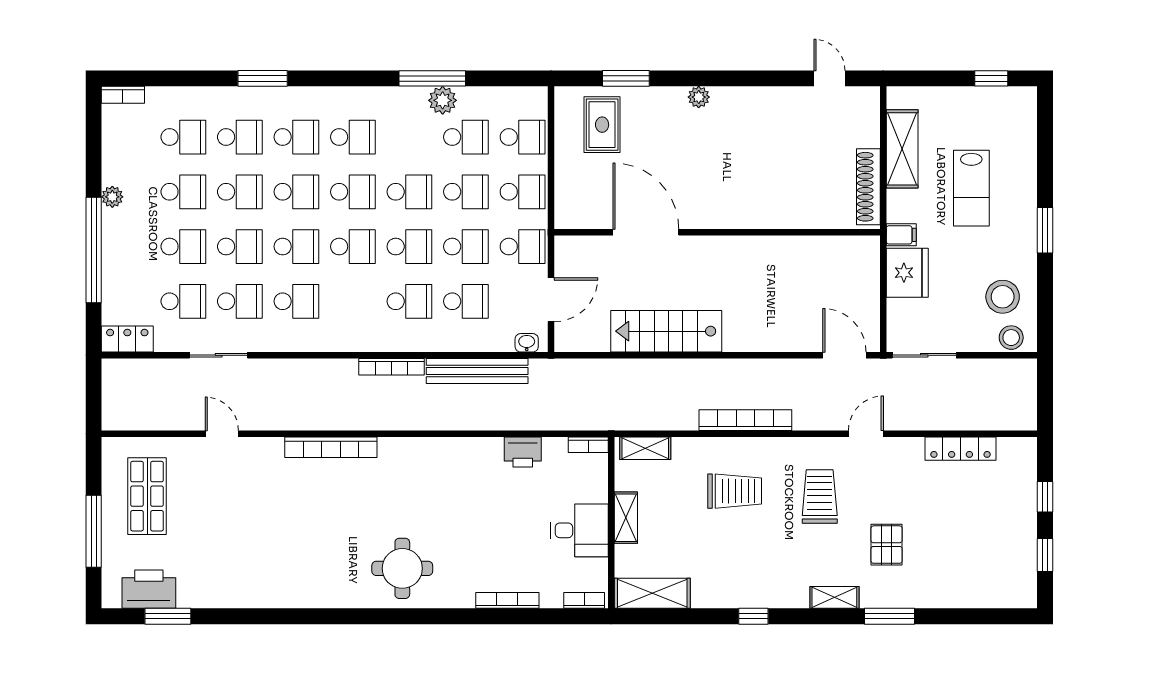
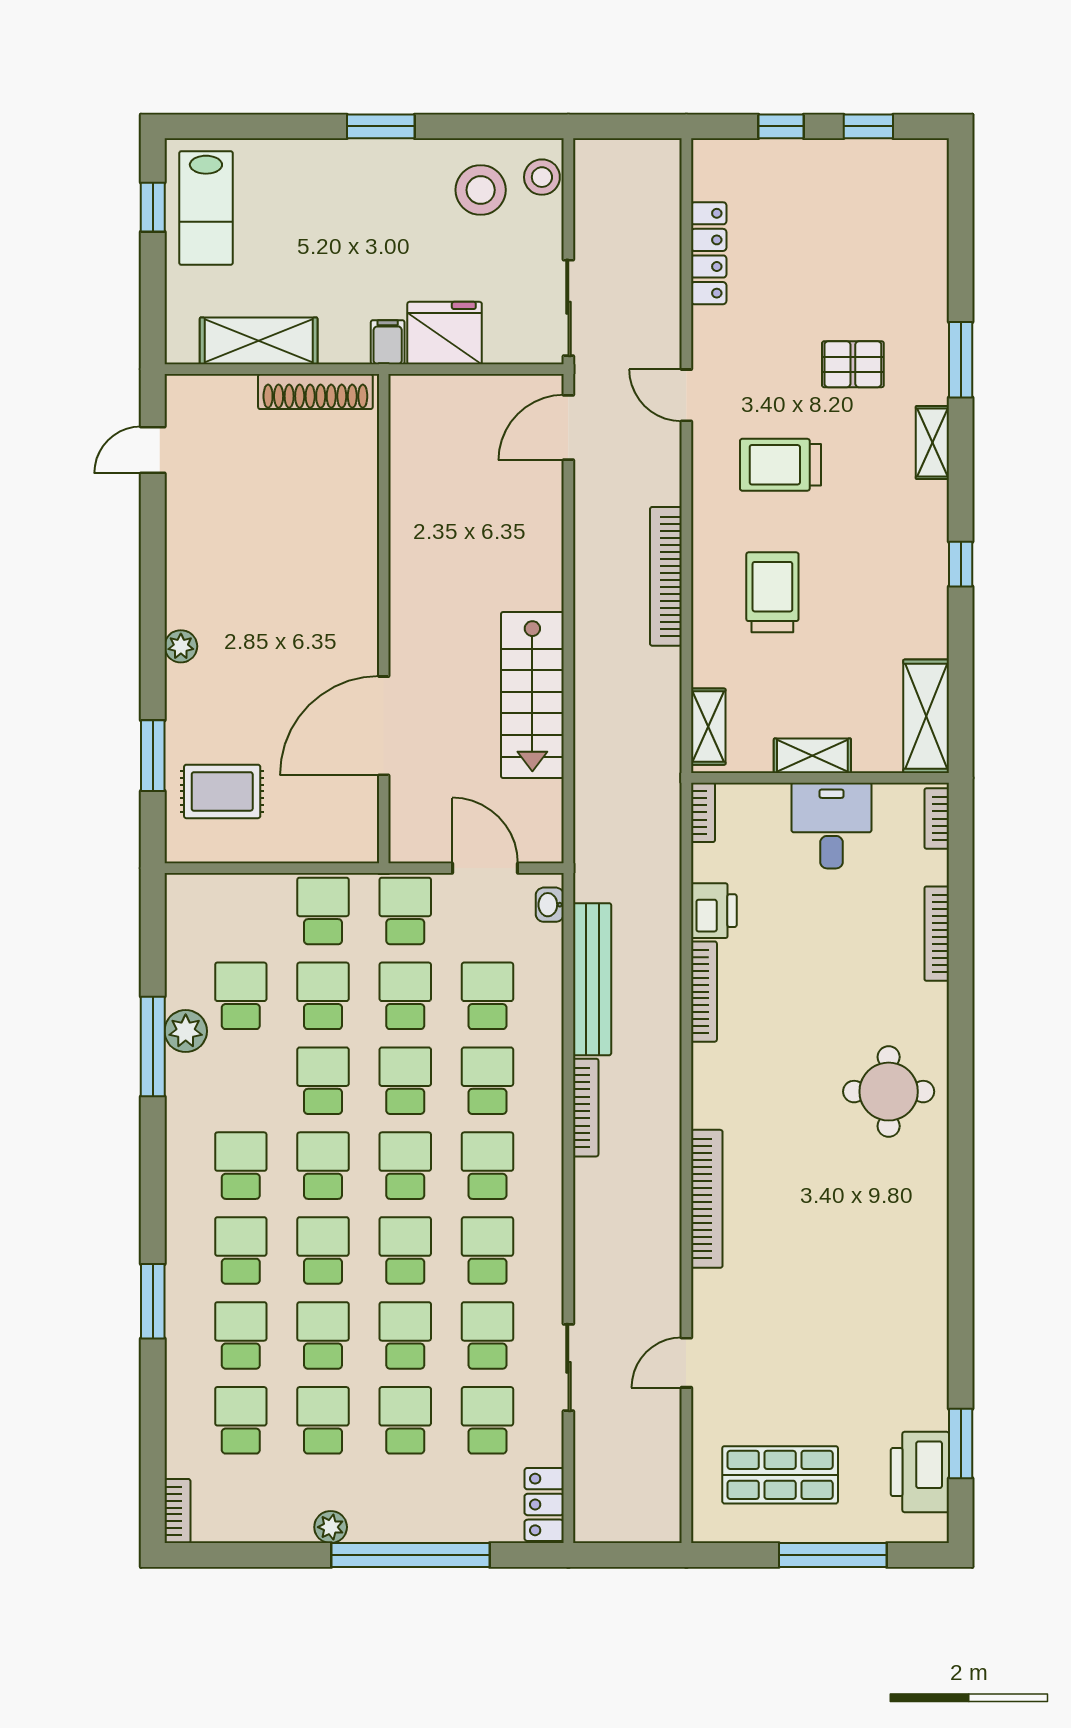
school desk: (523, 137) -> (487, 1166), moved
lab bench: (971, 188) -> (206, 208), moved, turned 90
bookcase: (469, 445) -> (704, 992), added

